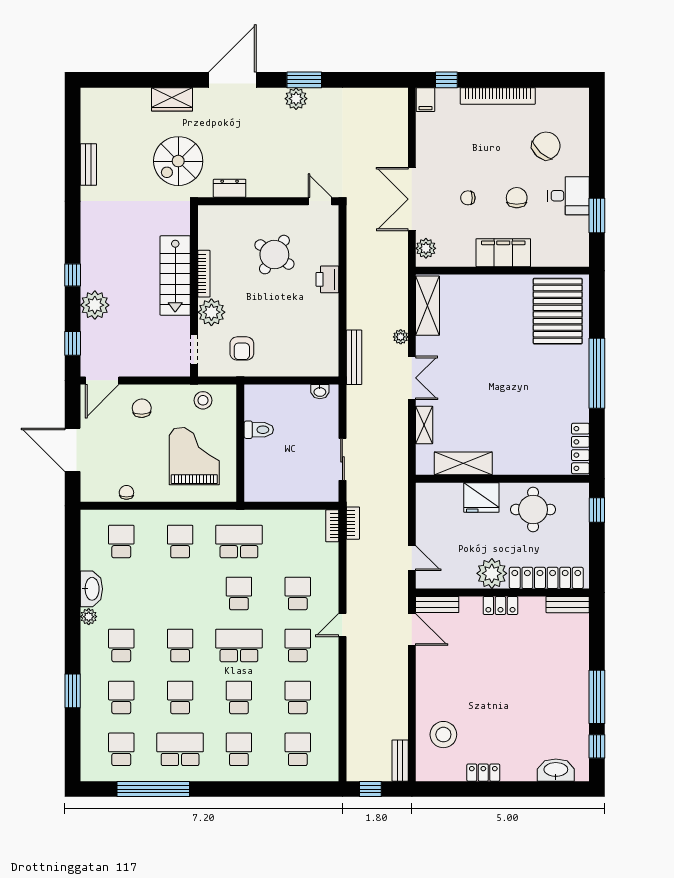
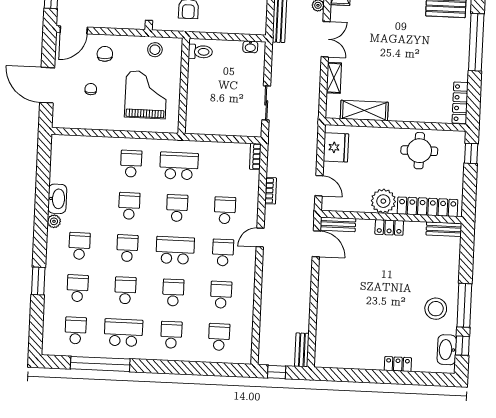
toilet: (259, 430) -> (200, 52), moved
chair: (126, 492) -> (91, 89), moved
fridge: (481, 498) -> (336, 147), moved, turned -90
bookcase: (353, 523) -> (271, 191), moved
school desk: (121, 542) -> (129, 206), moved
stool: (443, 735) -> (436, 309), moved
washbasin: (556, 770) -> (447, 350), moved, turned -90
locker: (483, 773) -> (398, 364), moved

